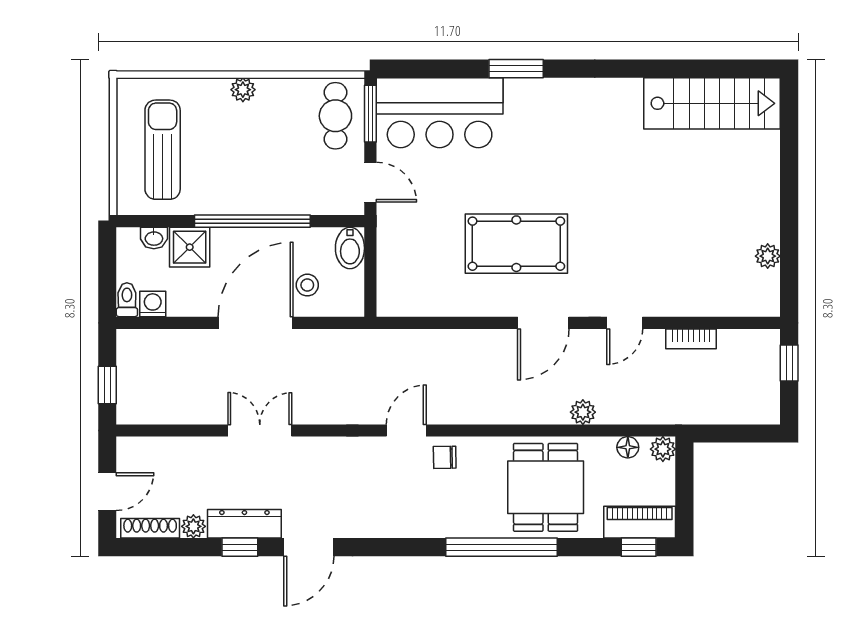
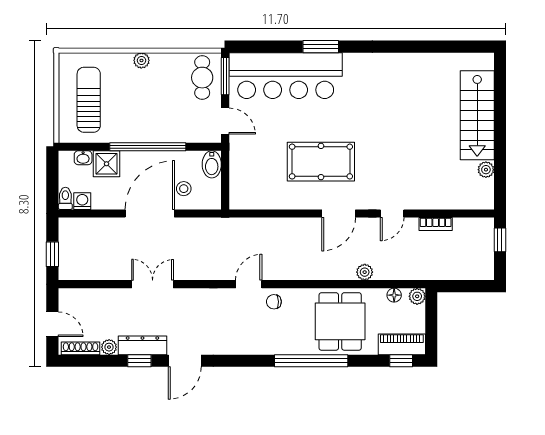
stairs: (712, 103) -> (477, 115), moved, turned 90
bar counter: (440, 113) -> (286, 76), width x1.36
door: (107, 492) -> (52, 324), hinge flipped

